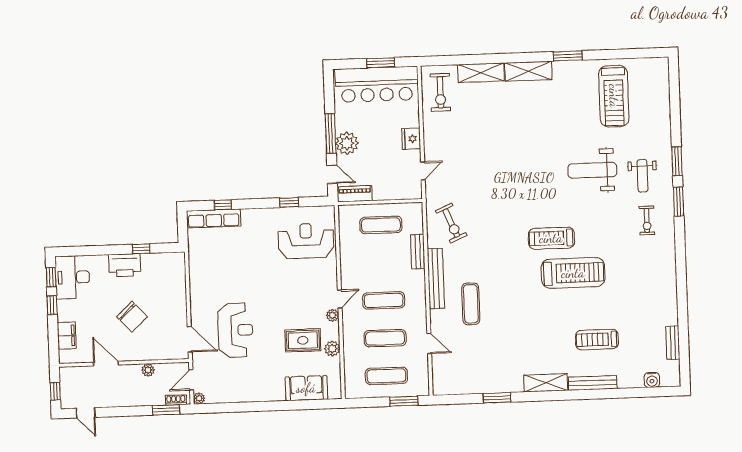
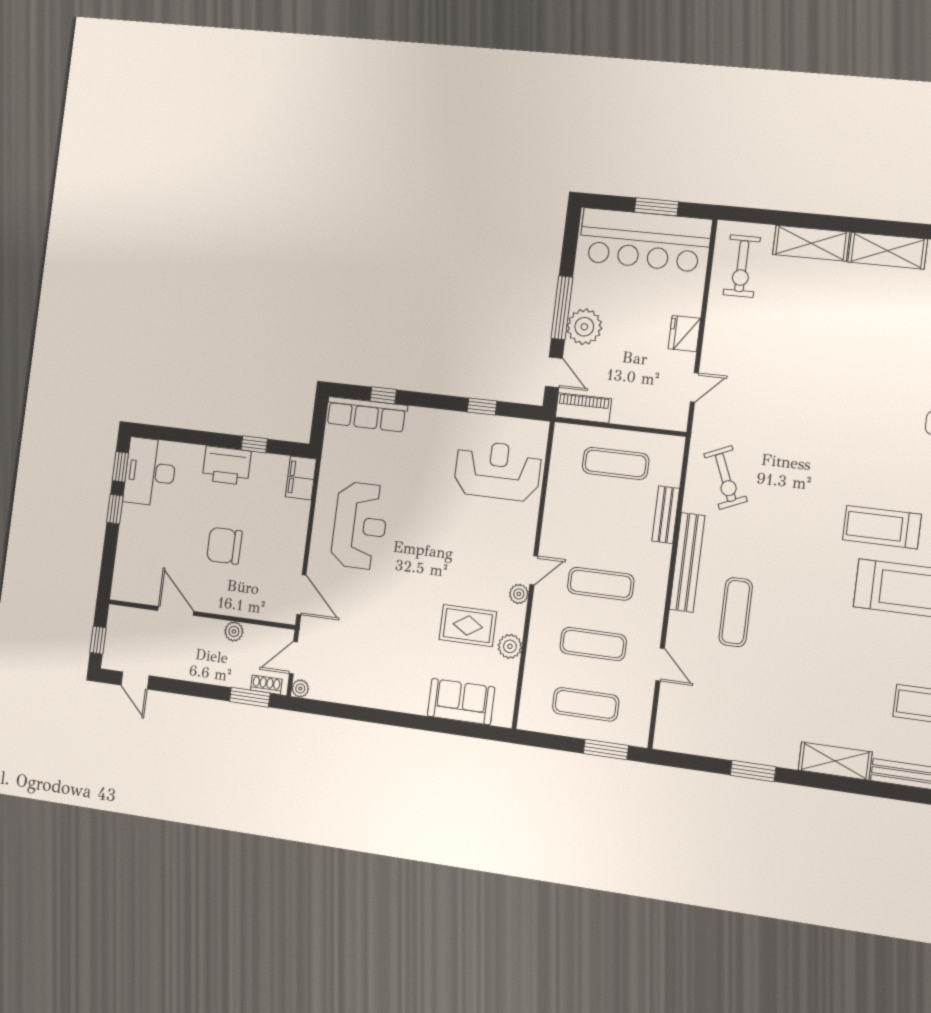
chair: (132, 317) -> (224, 546), turned 133
reception desk: (235, 330) -> (360, 526), moved
filing cabinet: (67, 336) -> (301, 478), moved, turned 180

